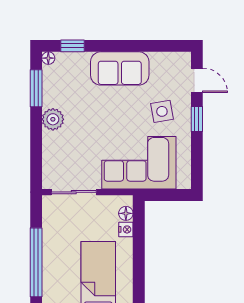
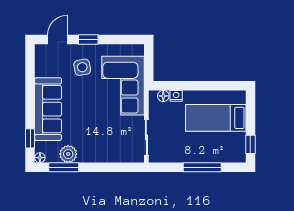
sofa: (120, 68) -> (48, 109), width x1.36
plant: (53, 119) -> (68, 154), moved
window: (36, 262) -> (202, 167), width x0.68

